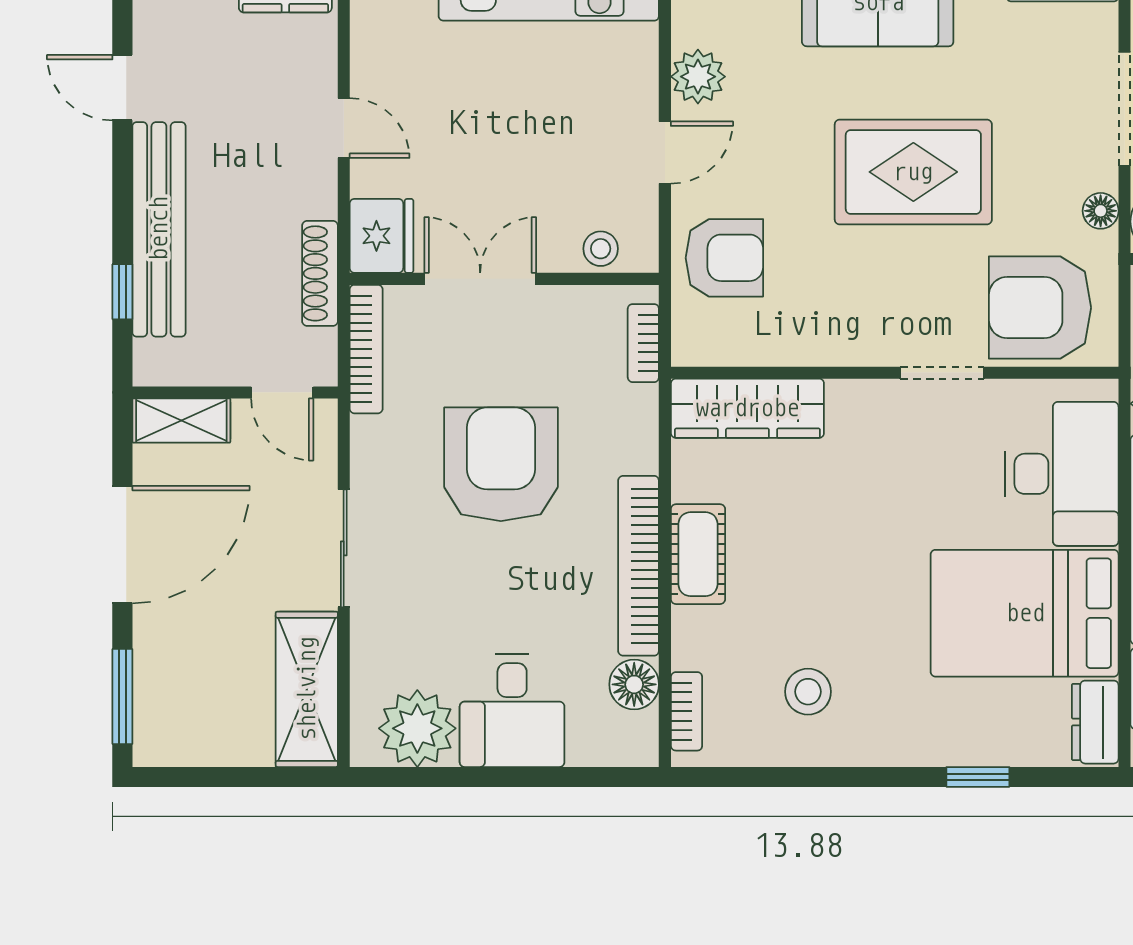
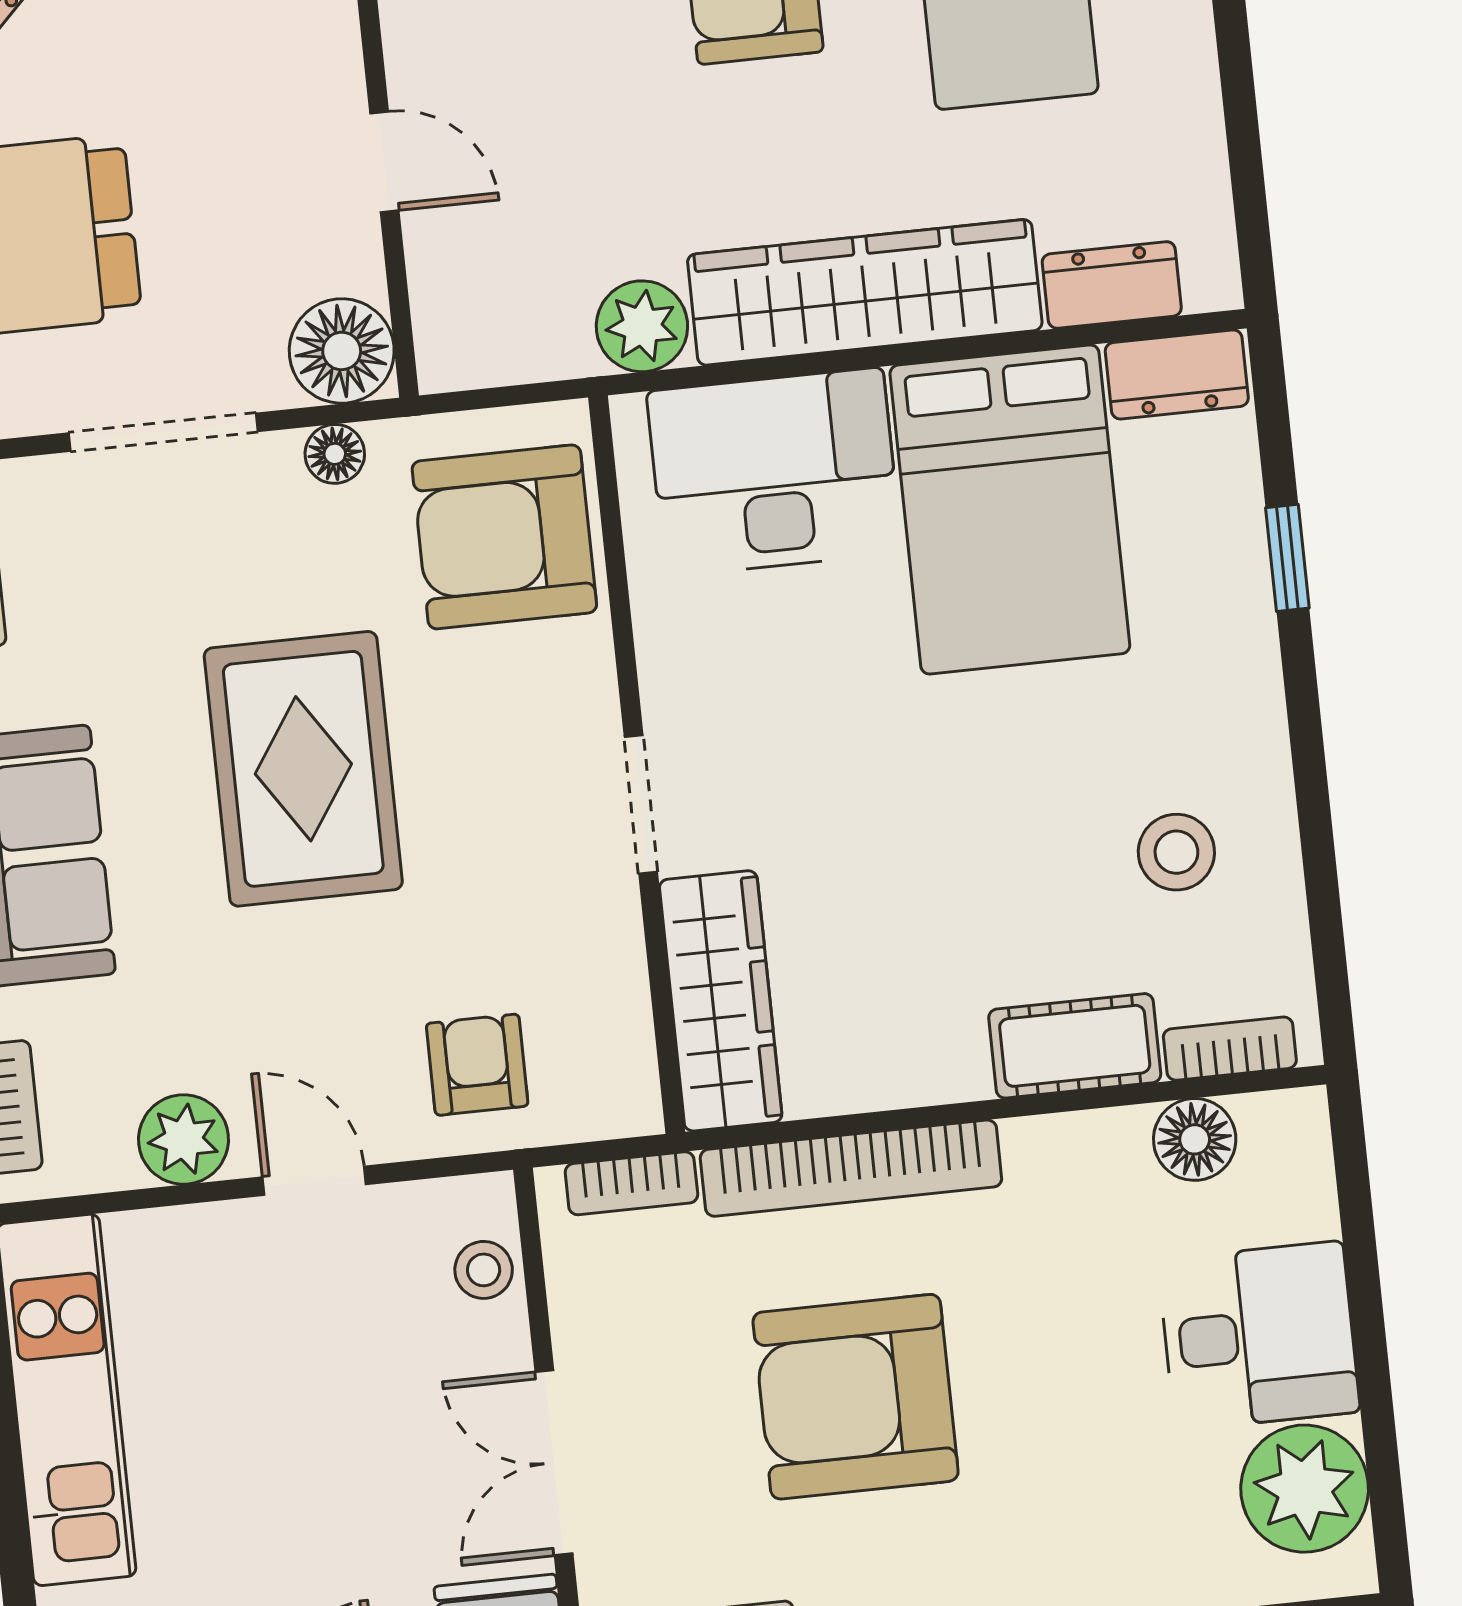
armchair: (724, 258) -> (477, 1065), width x0.72, depth x0.72
armchair: (1040, 308) -> (504, 537), turned 90
doorway: (942, 373) -> (641, 804), moved
cot: (698, 554) -> (1075, 1046), moved
bookcase: (639, 566) -> (851, 1168), moved

